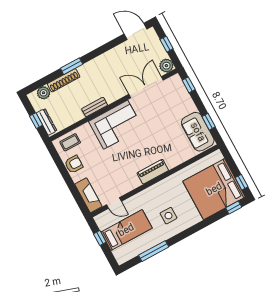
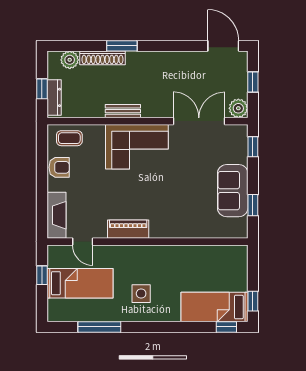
sofa: (198, 132) -> (233, 191), moved
piano: (153, 172) -> (128, 229), moved
bed: (214, 189) -> (215, 307), width x0.49

